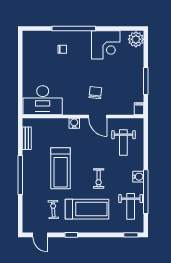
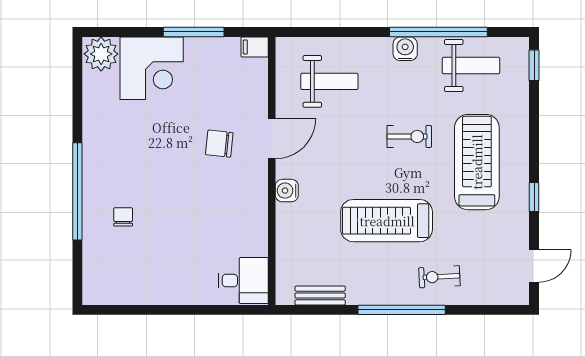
corner desk: (106, 45) -> (152, 68), moved, turned 90
desk: (43, 100) -> (243, 280), width x0.53, depth x0.77
treadmill: (61, 168) -> (387, 221), turned 180
exercise bike: (53, 209) -> (439, 277), moved

